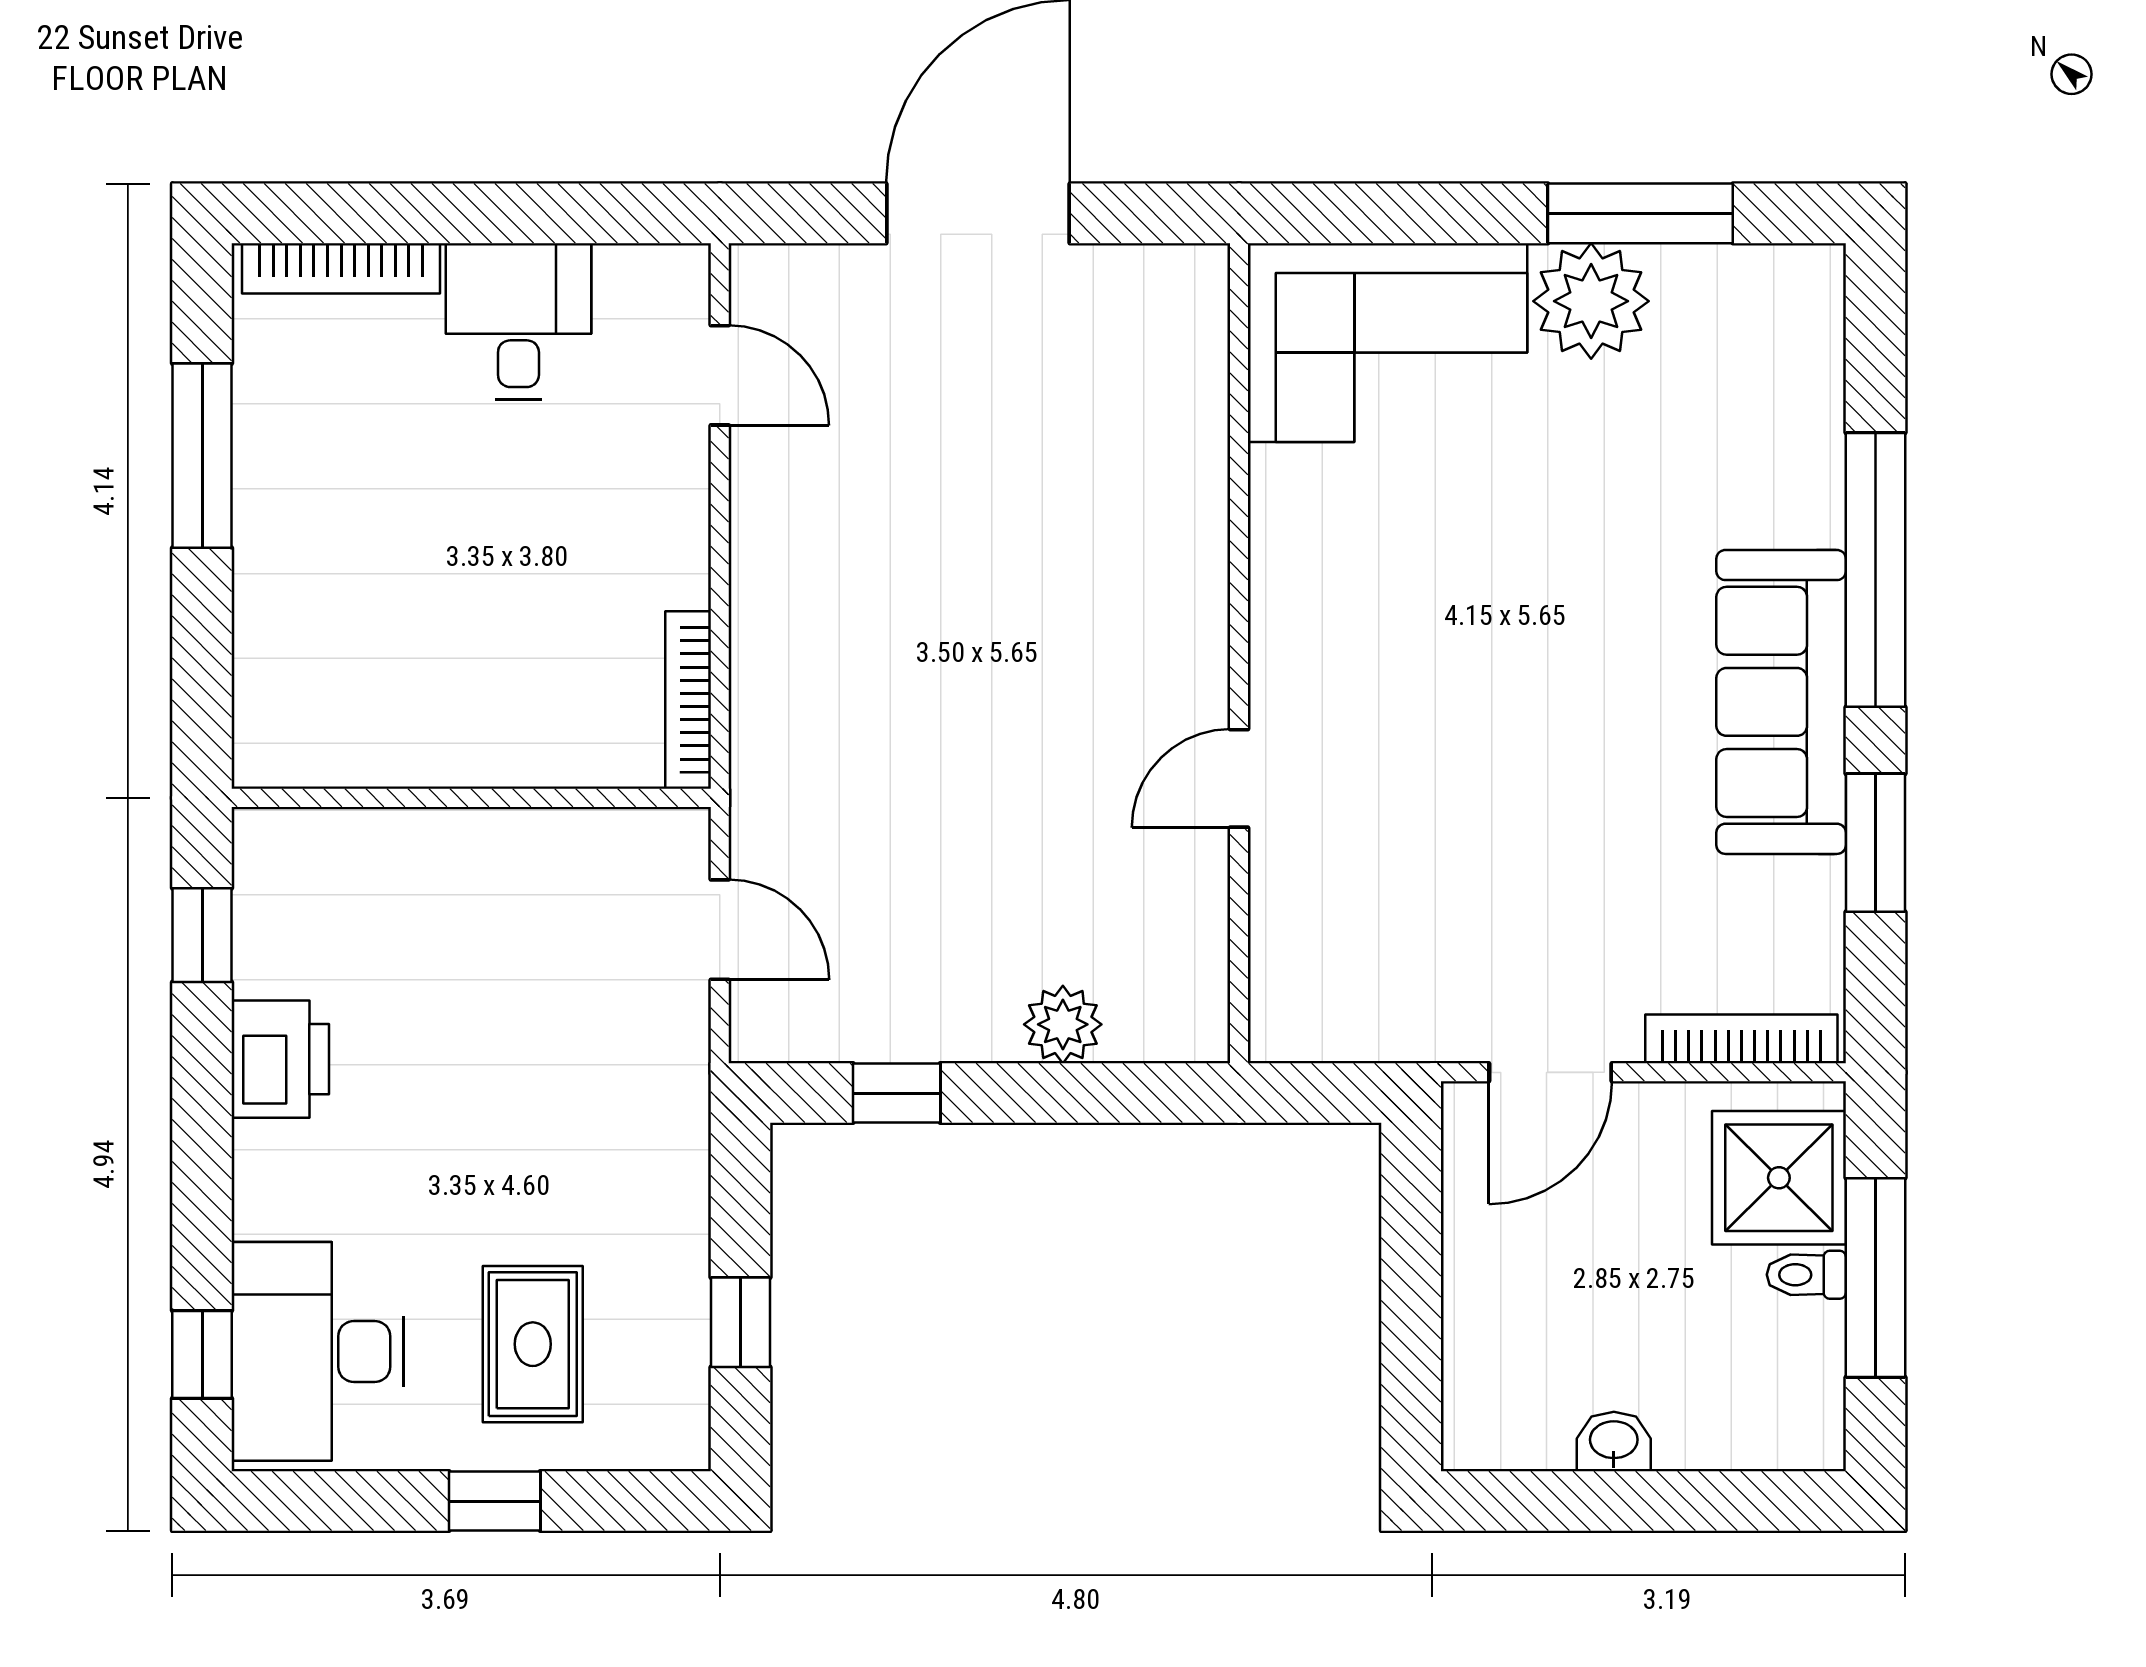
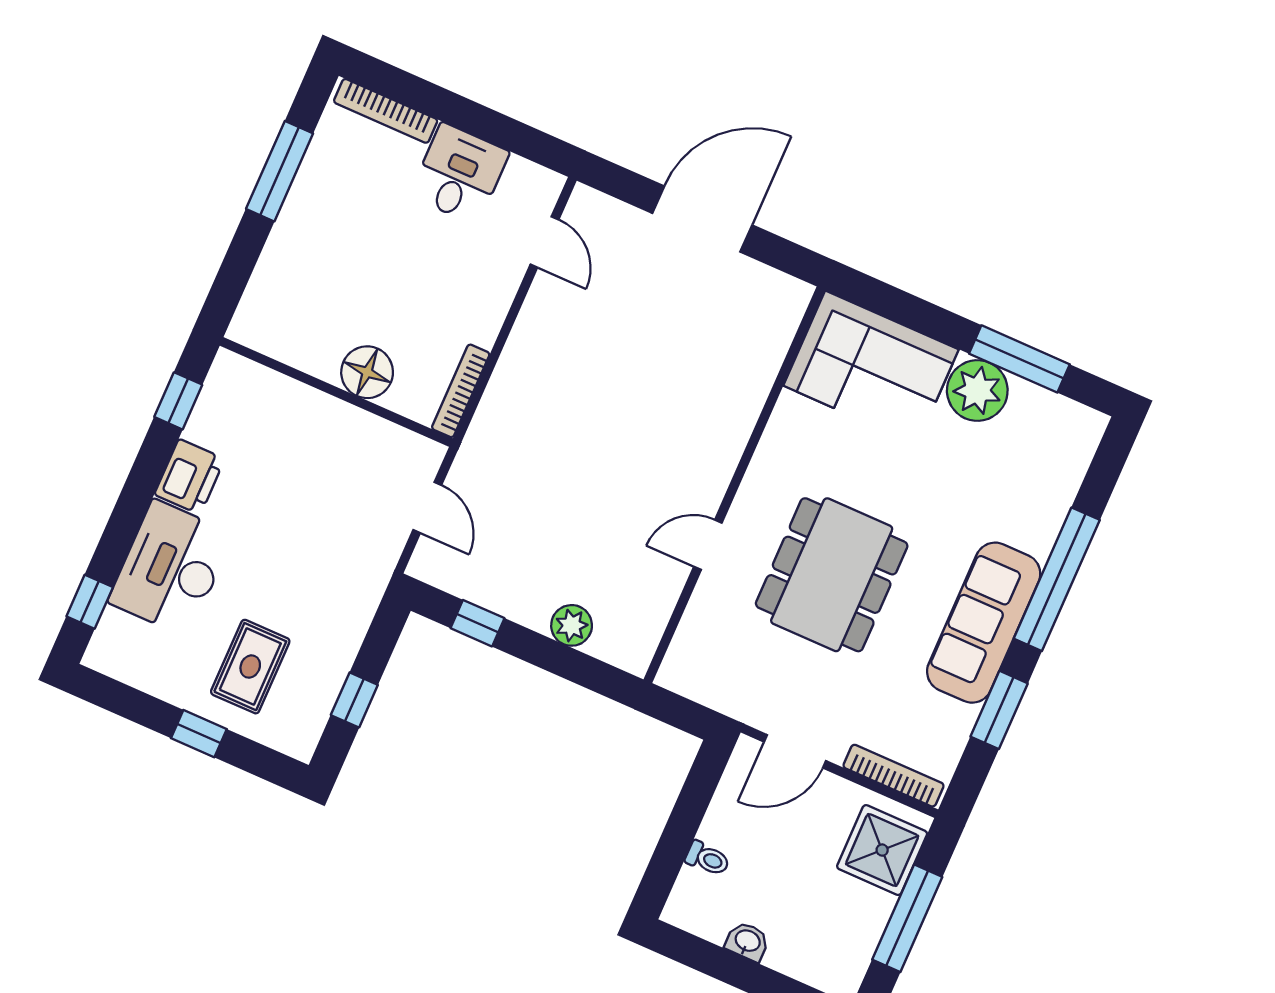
dining table: (1478, 735) -> (832, 575), added
floor lamp: (510, 739) -> (367, 372), added
toilet: (1806, 1275) -> (708, 859), moved, turned 180
desk: (318, 1351) -> (171, 568), moved

